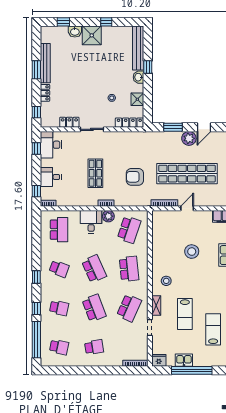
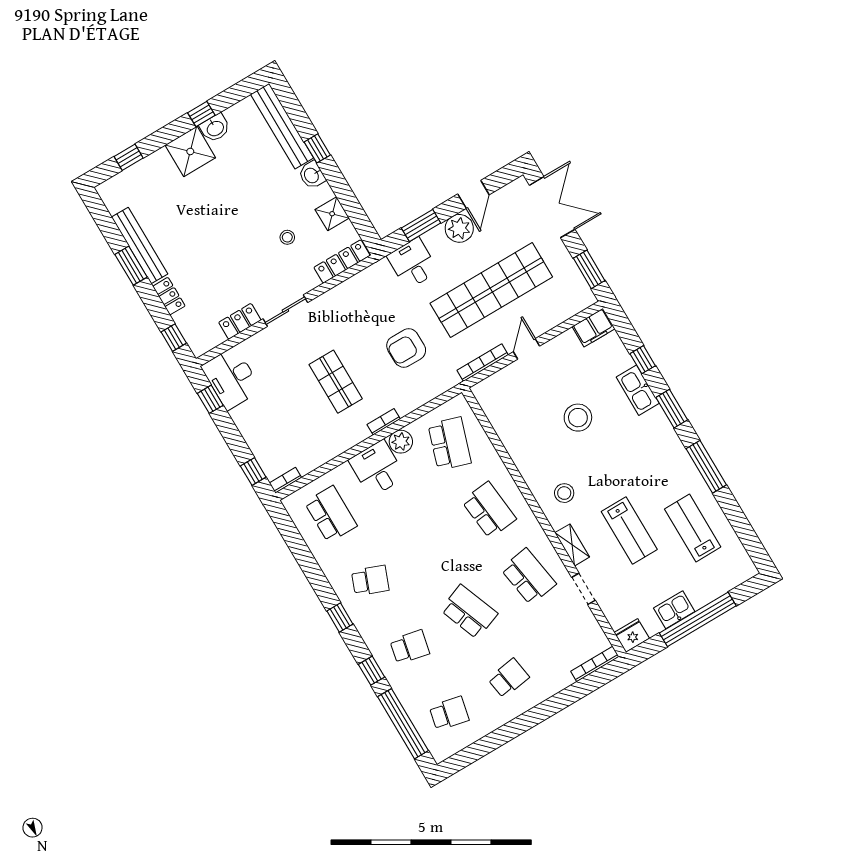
washbasin: (75, 32) -> (215, 128), moved
desk: (51, 177) -> (413, 264), moved, turned 90
school desk: (94, 269) -> (430, 545), removed
school desk: (129, 308) -> (528, 576), turned -33

